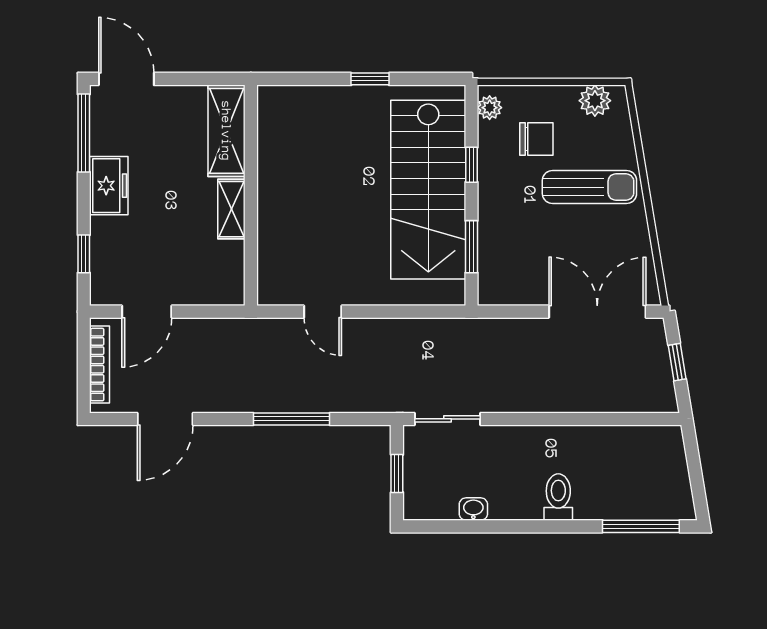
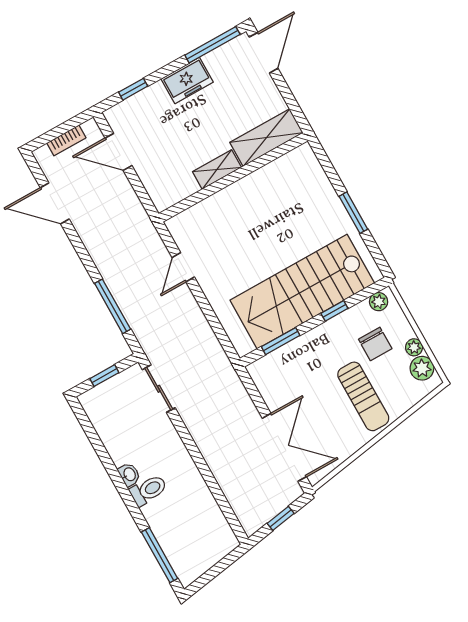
window: (370, 79) -> (353, 213), width x1.50
plant: (566, 96) -> (414, 347), added
bookcase: (100, 365) -> (66, 140), width x0.64
window: (291, 419) -> (113, 306), moved
washbasin: (473, 509) -> (129, 475), moved

